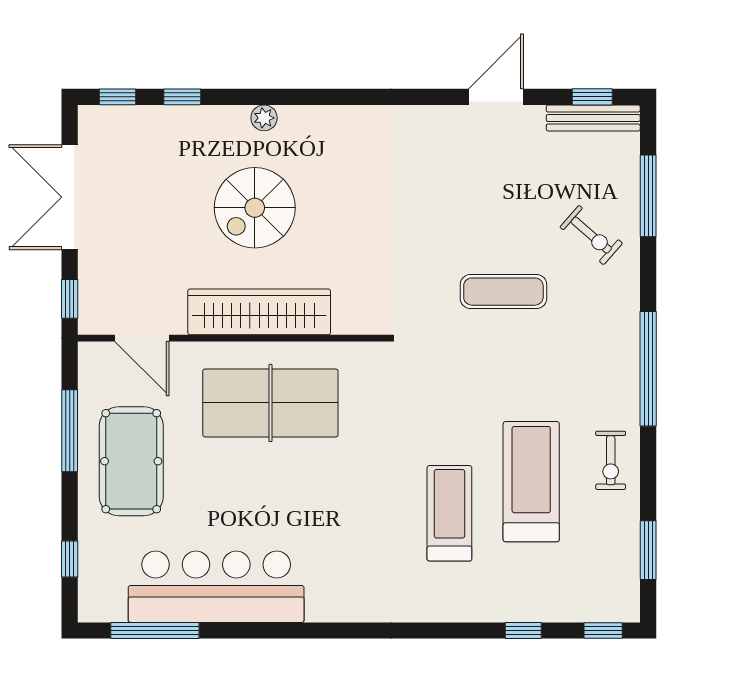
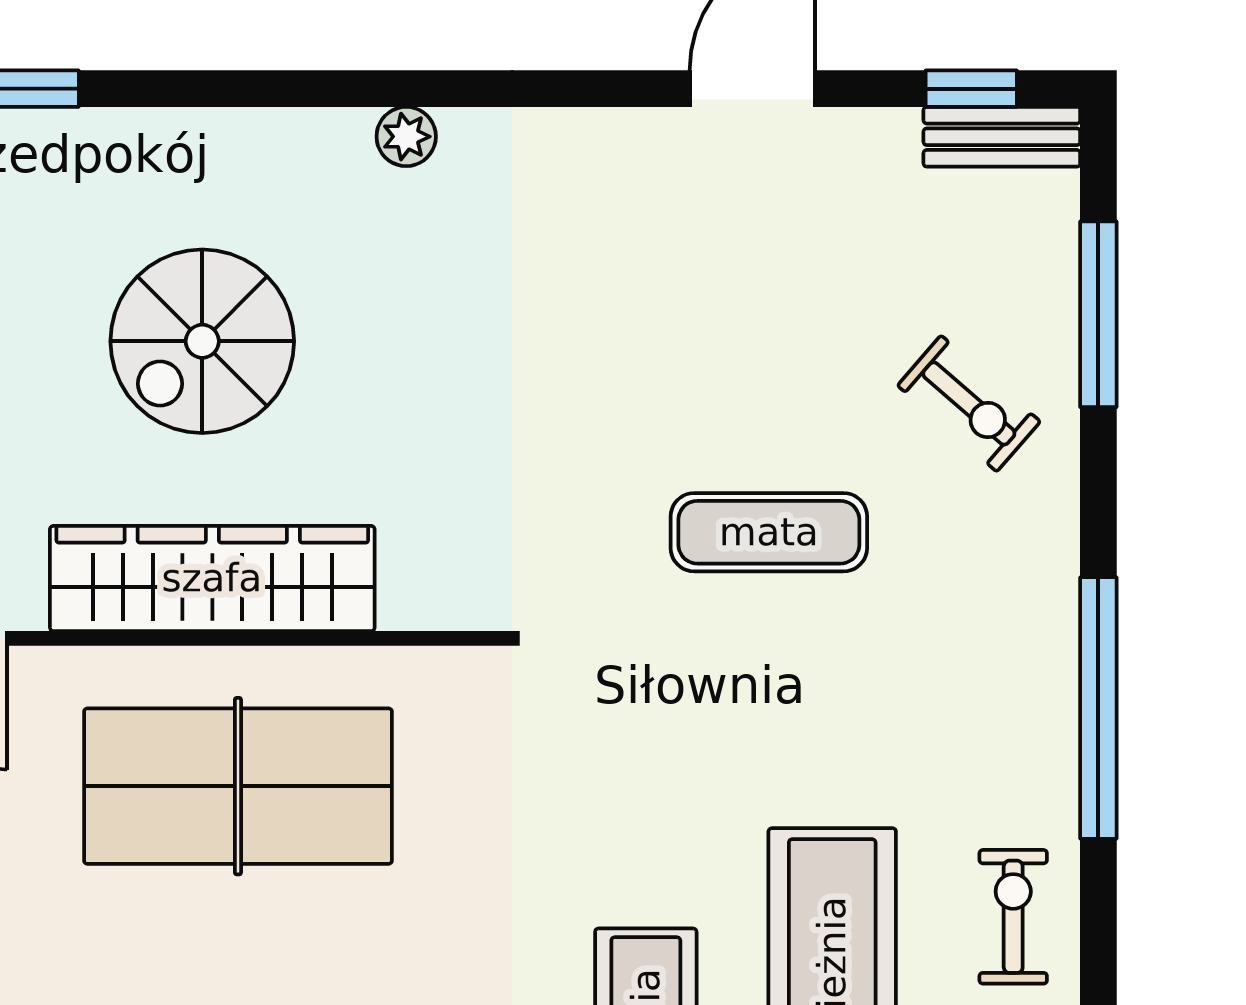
plant: (264, 118) -> (406, 137), moved
bench: (593, 118) -> (1002, 137), width x0.73
exercise bike: (611, 460) -> (1013, 917), turned 180

